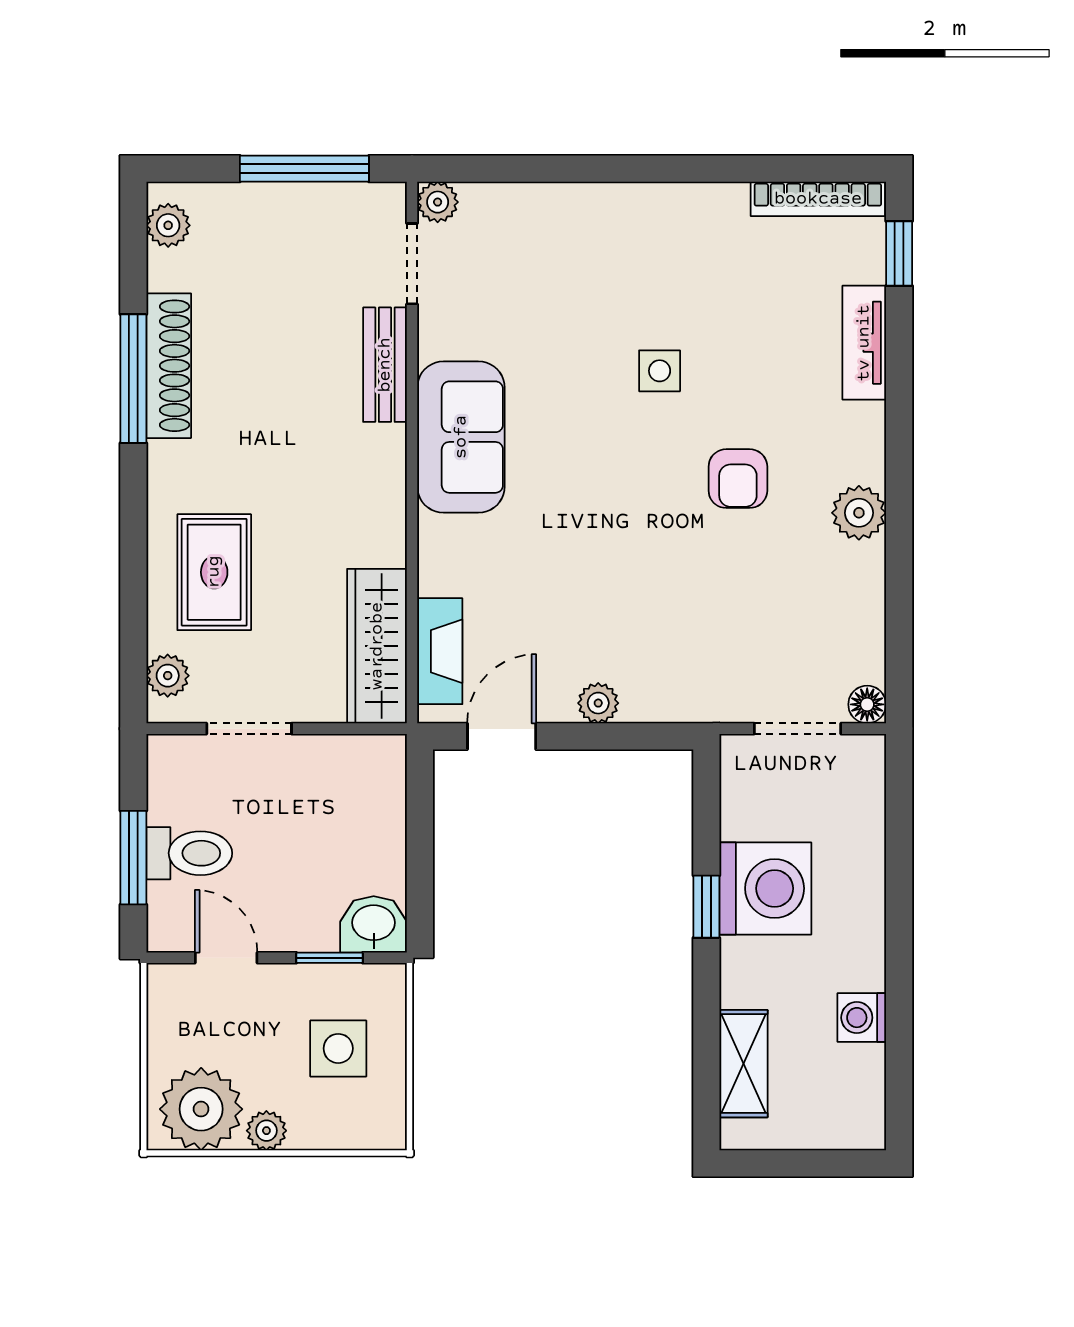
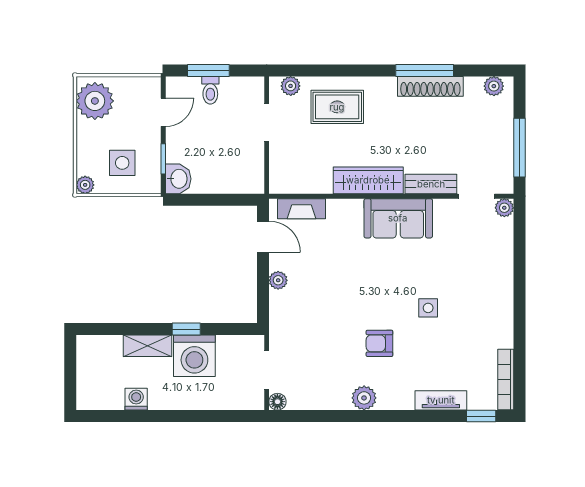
wardrobe: (377, 646) -> (368, 180), moved
toilet: (189, 853) -> (210, 90), width x0.73, depth x0.72
shelving: (743, 1064) -> (148, 346), moved
plant: (266, 1131) -> (85, 185), moved

